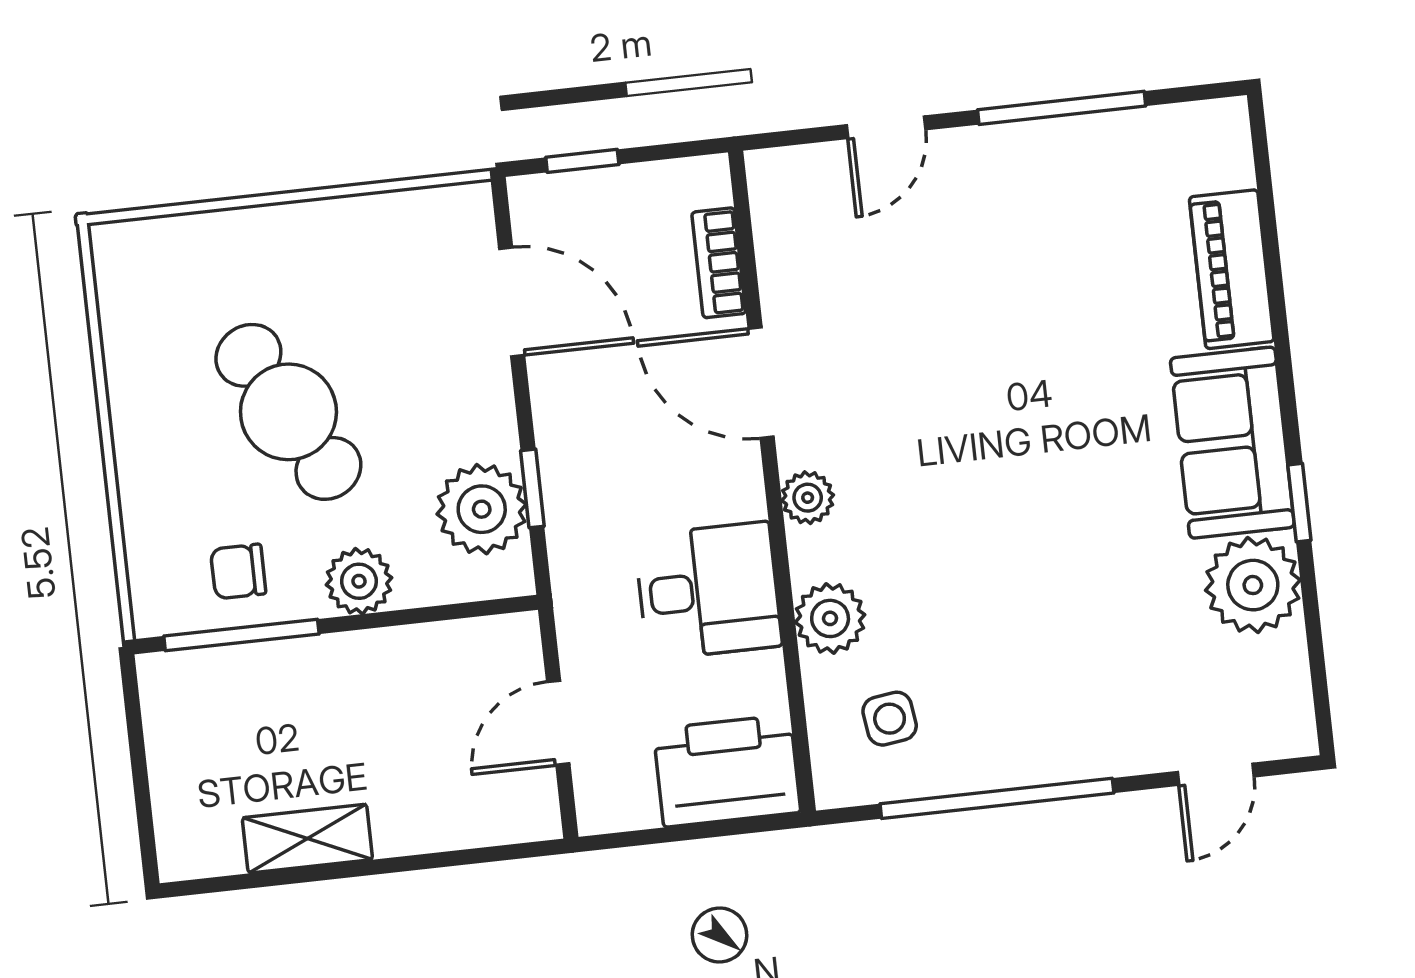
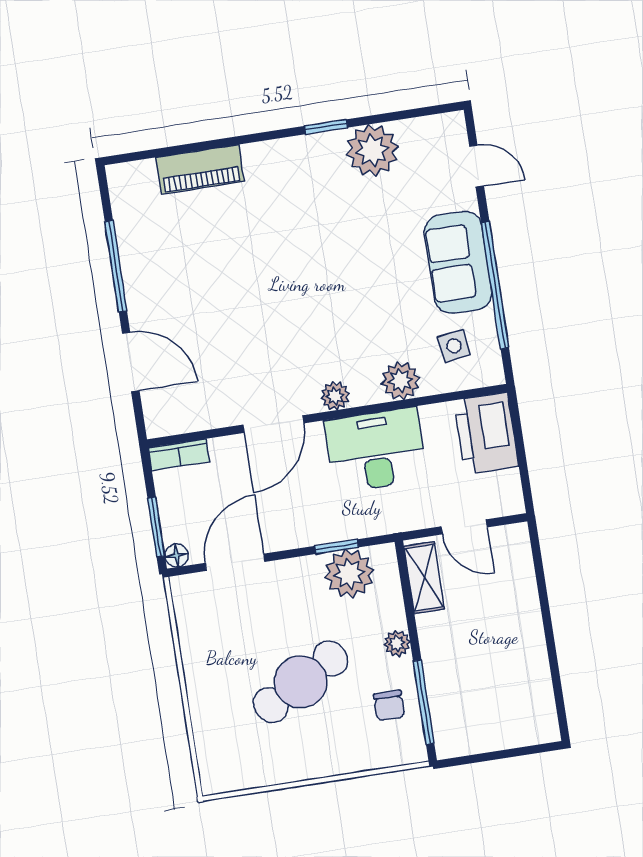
door: (886, 127) -> (131, 362), width x1.38
window: (582, 161) -> (156, 527), width x1.50
floor lamp: (529, 196) -> (177, 555), added
bookcase: (719, 263) -> (179, 455), moved
sofa: (1232, 443) -> (458, 262), moved, turned 90
plant: (359, 581) -> (397, 643), width x0.73, depth x0.73
desk: (708, 591) -> (376, 450), width x1.37
shelving: (307, 839) -> (424, 578), moved

